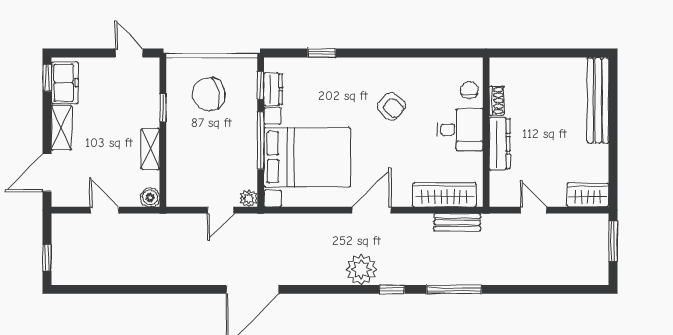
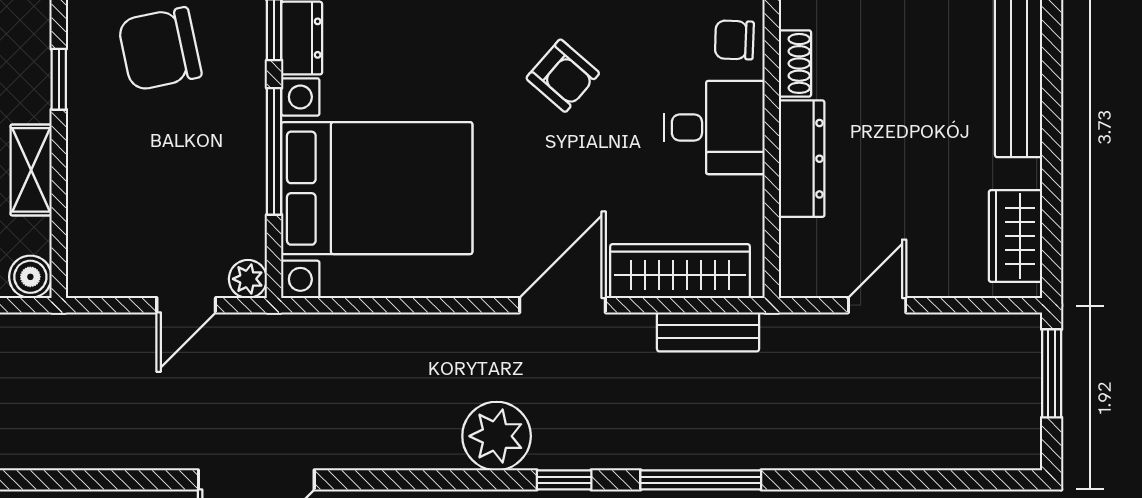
chair: (469, 90) -> (734, 40), turned -88
wardrobe: (588, 195) -> (1015, 236), moved, turned -90
door: (371, 210) -> (562, 305), moved
door: (534, 210) -> (877, 305), hinge flipped

